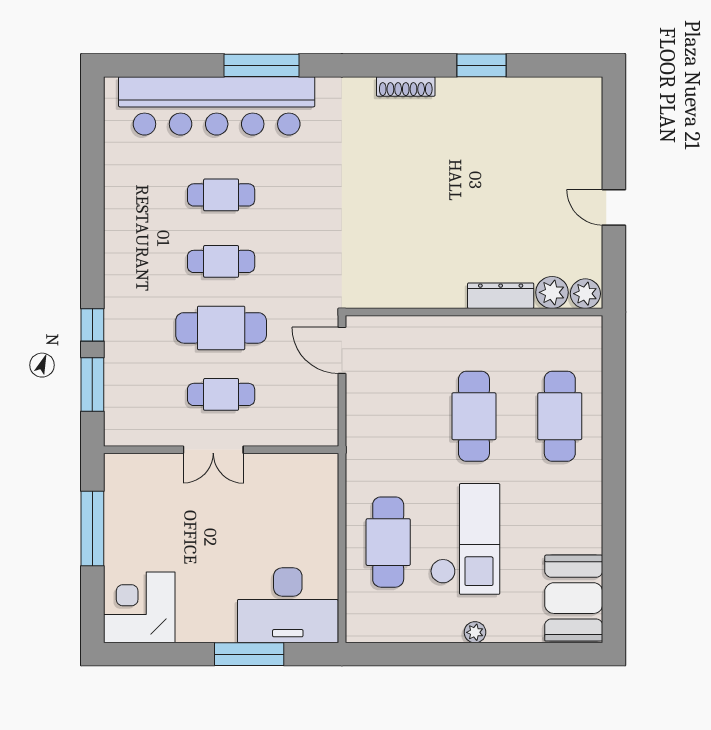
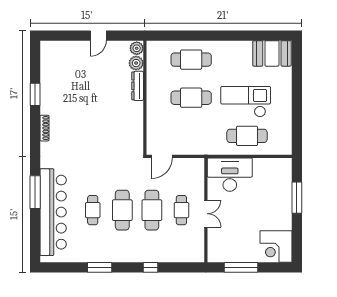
cafe table: (221, 261) -> (122, 210), width x1.37, depth x1.35
window: (92, 384) -> (100, 267), moved
desk: (288, 605) -> (230, 175), moved, turned -90
plant: (475, 632) -> (287, 97), removed

